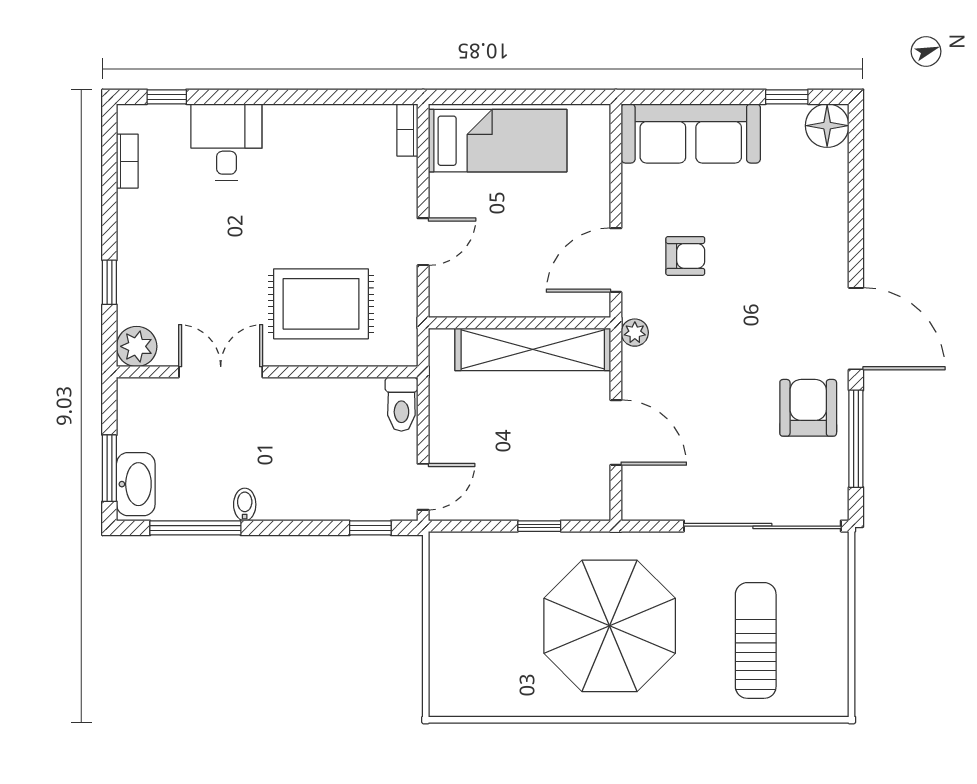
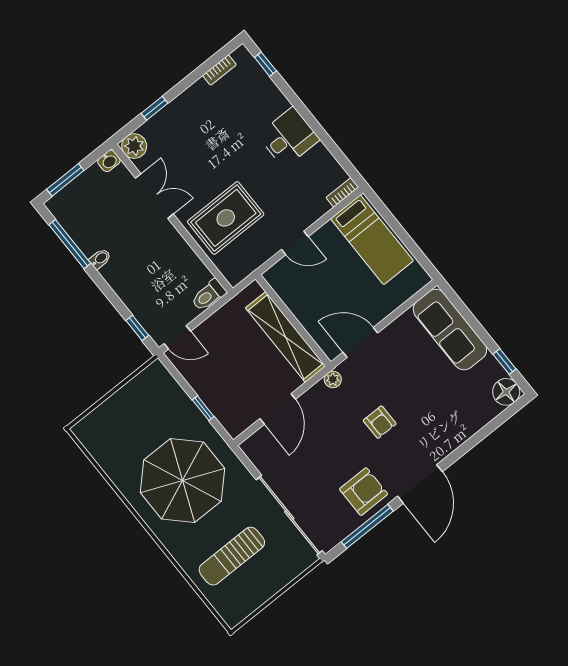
desk: (226, 142) -> (289, 137), moved
armchair: (685, 256) -> (380, 422), moved
rug: (321, 304) -> (226, 218), turned 90
washbasin: (136, 484) -> (109, 161), moved, width x0.52, depth x0.69
sun lounger: (756, 640) -> (232, 556), turned 180

